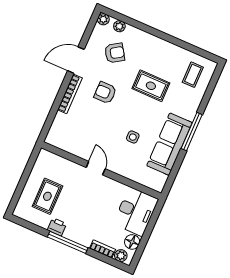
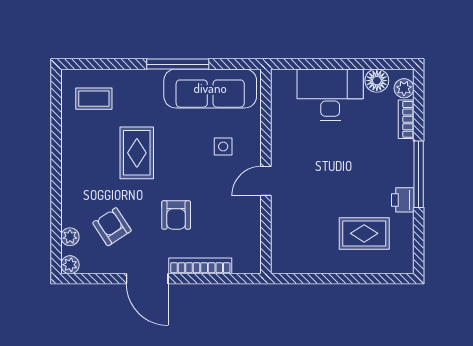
door: (96, 168) -> (266, 181), moved
wall: (101, 170) -> (266, 171), moved

